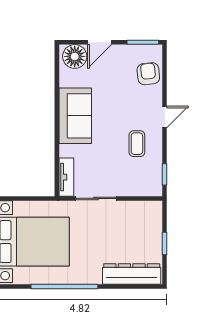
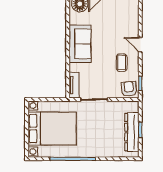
armchair: (148, 74) -> (129, 89), moved
door: (165, 117) -> (140, 45), swing flipped
dresser: (132, 274) -> (132, 132), moved, turned -90

